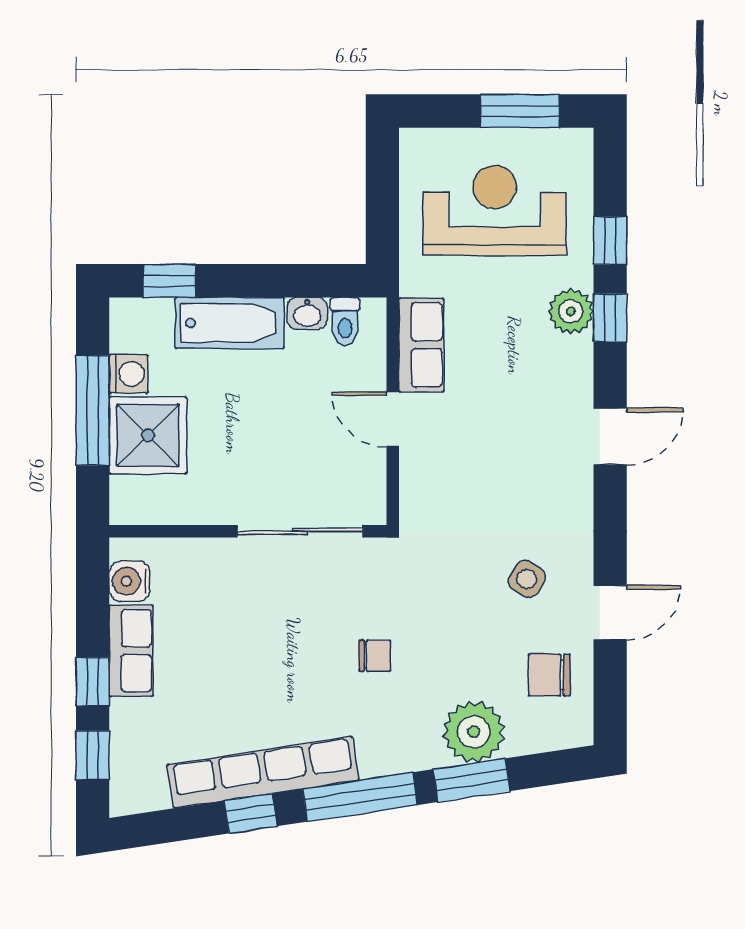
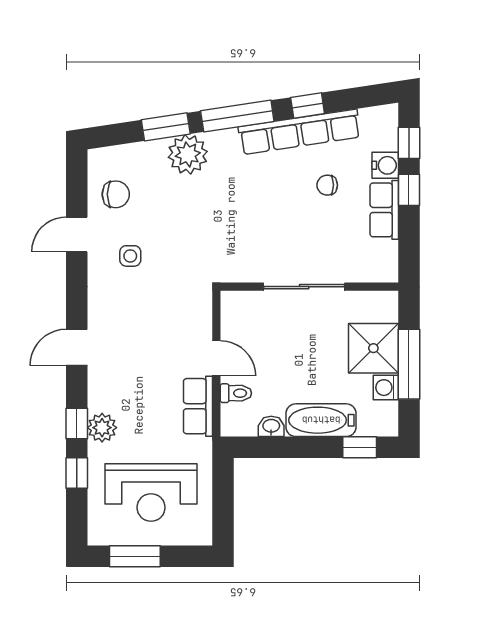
toilet: (345, 321) -> (236, 393), moved, turned 90
sliding door: (300, 531) -> (304, 287), moved
side table: (527, 579) -> (130, 256), turned -32
water cooler: (130, 581) -> (385, 165), moved
chair: (375, 656) -> (327, 185), moved
plant: (474, 732) -> (188, 154), moved

